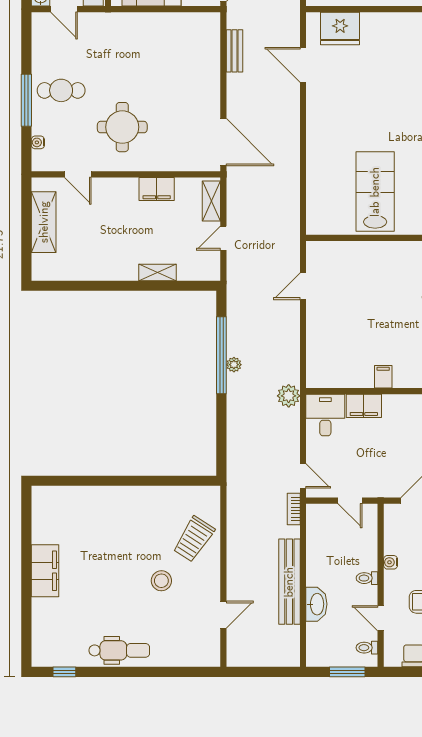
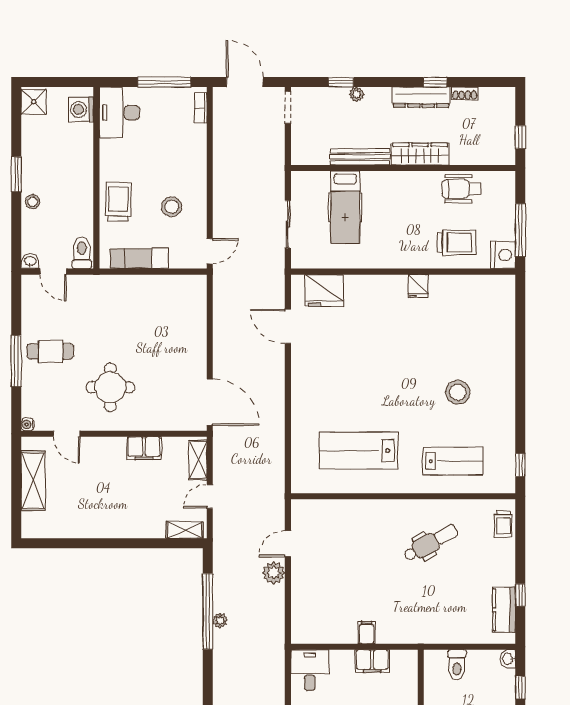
bench: (235, 51) -> (221, 313), removed
water cooler: (38, 142) -> (28, 424), moved
lab bench: (375, 192) -> (359, 451), turned -90
shelving: (158, 272) -> (185, 530), moved
plant: (289, 396) -> (274, 573), moved
filing cabinet: (364, 406) -> (372, 661), moved

